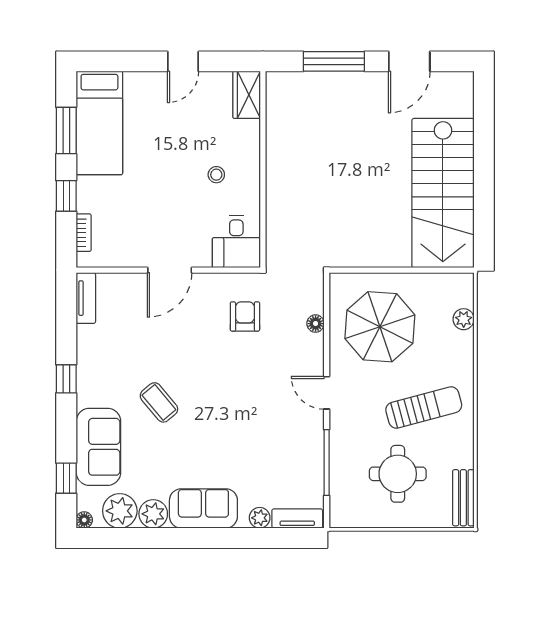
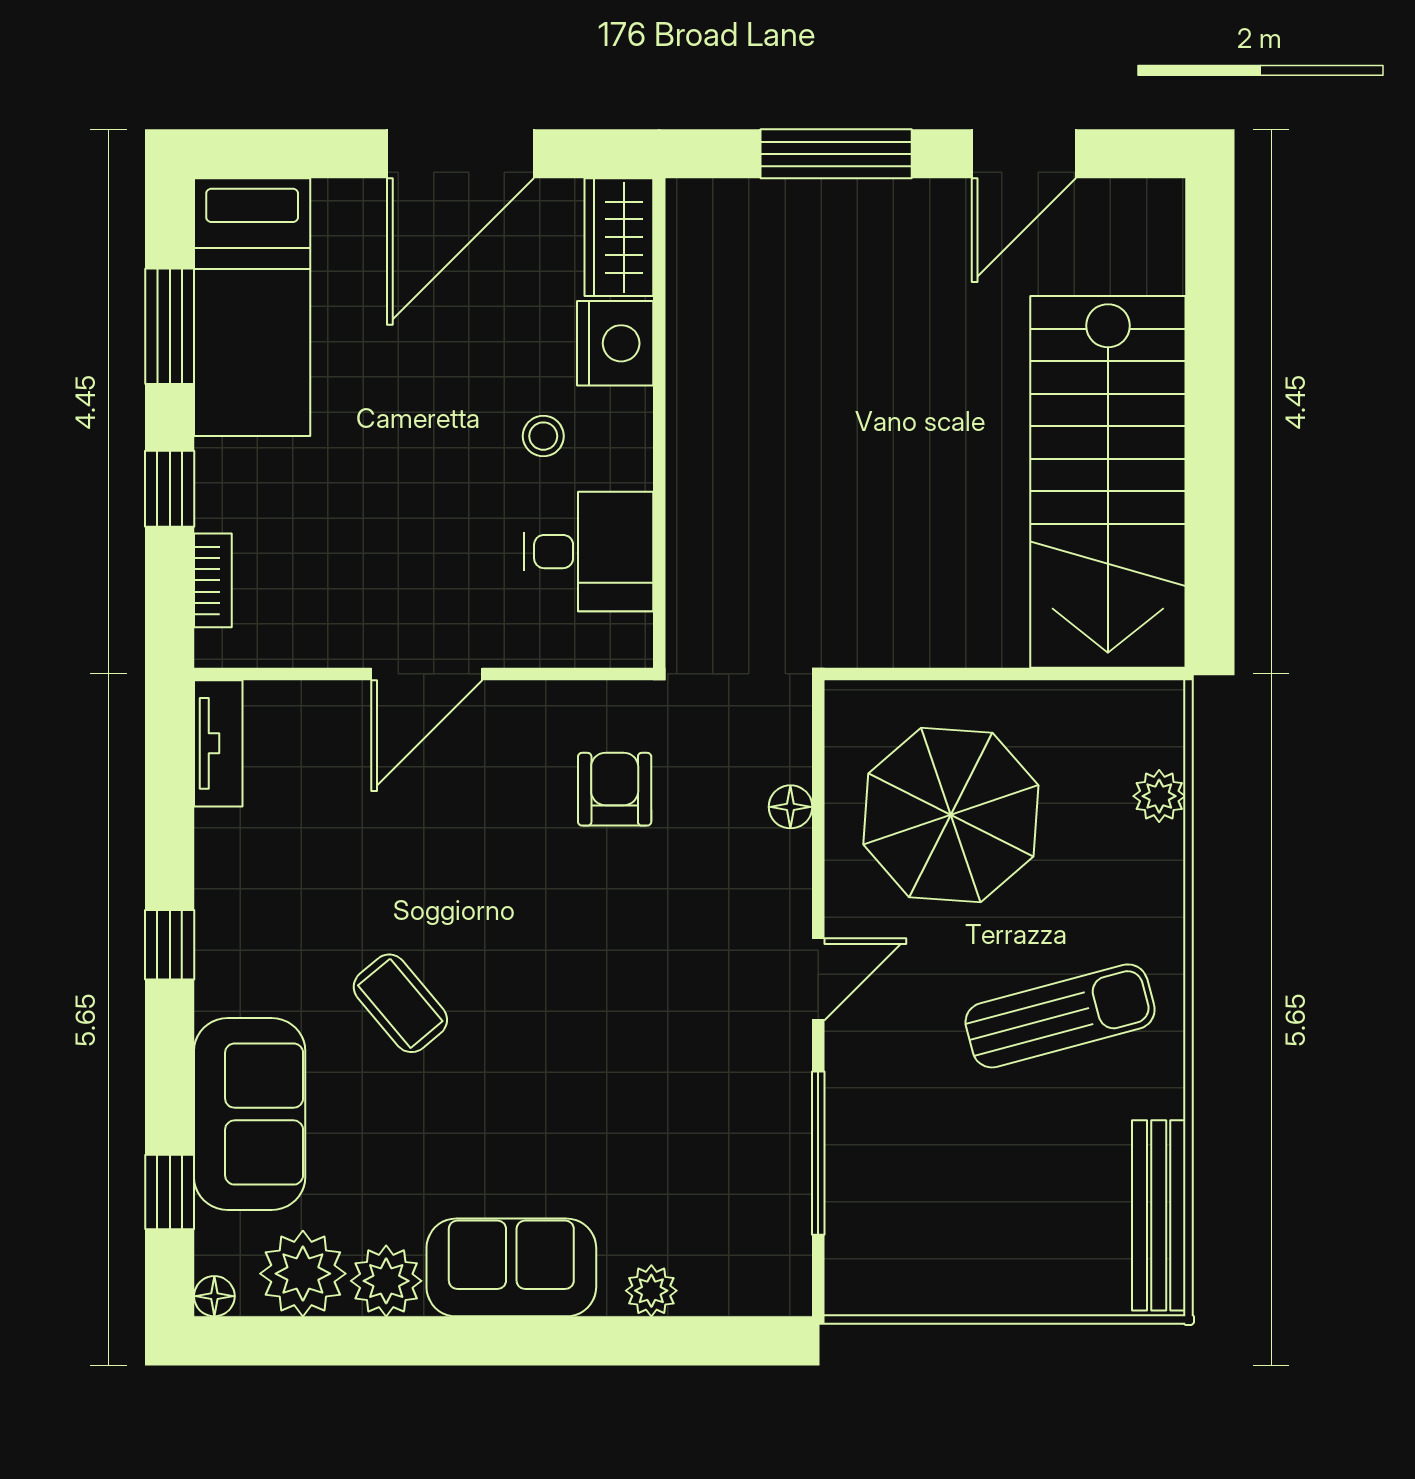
door: (183, 61) -> (460, 154), width x1.88
nightstand: (245, 137) -> (615, 343), added
desk: (236, 242) -> (588, 552), moved, turned -90
door: (327, 393) -> (818, 979), swing flipped
round table: (398, 474) -> (995, 1181), removed
bench: (463, 498) -> (1159, 1215), width x1.36
tv unit: (297, 518) -> (745, 1292), removed

